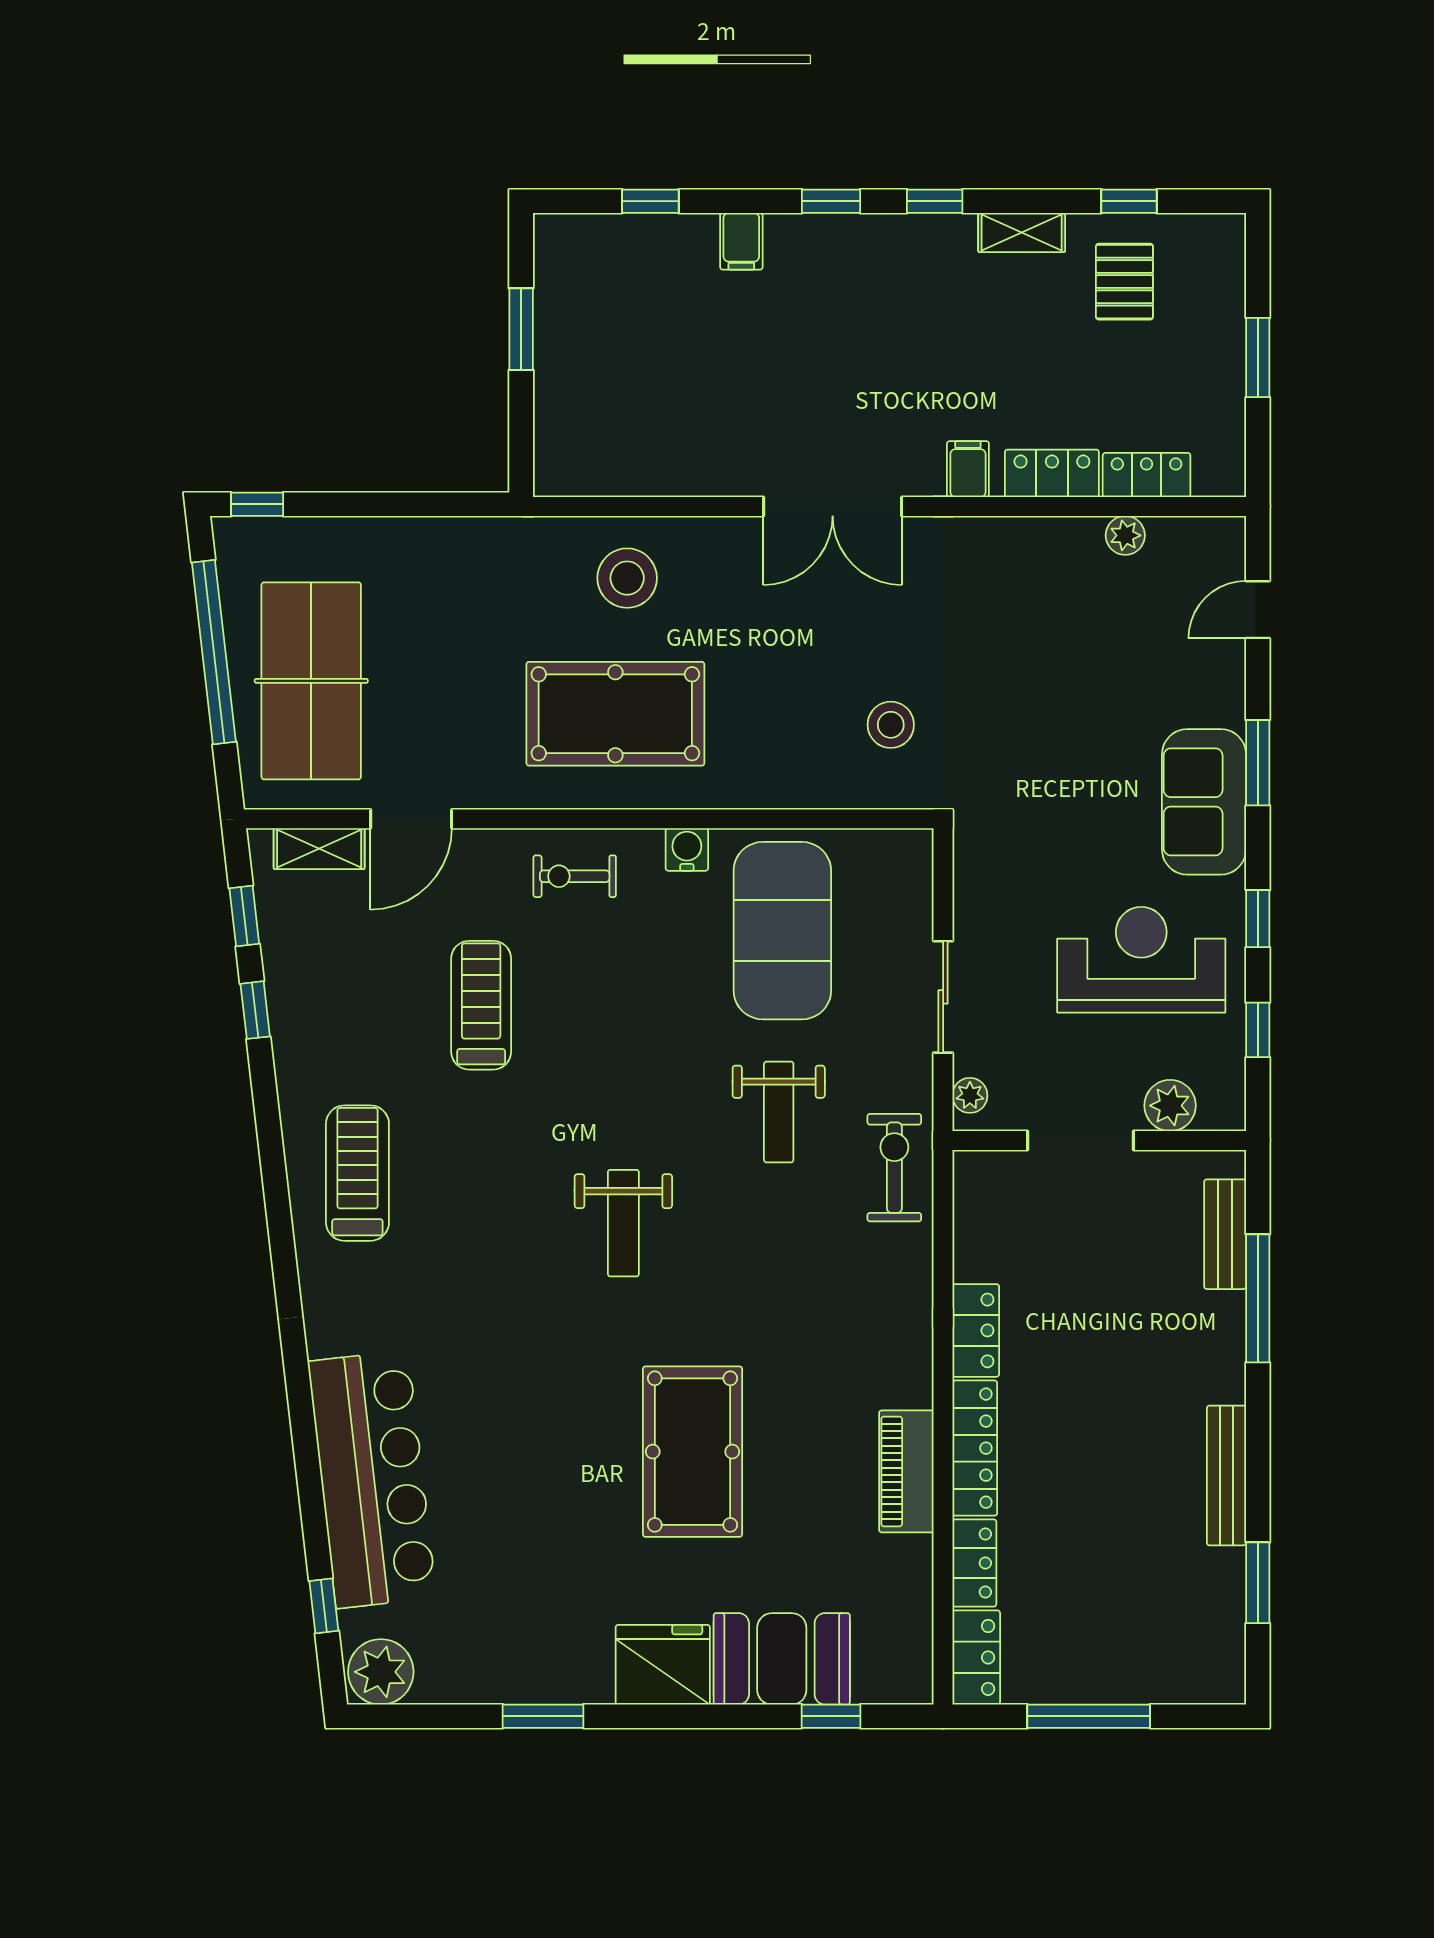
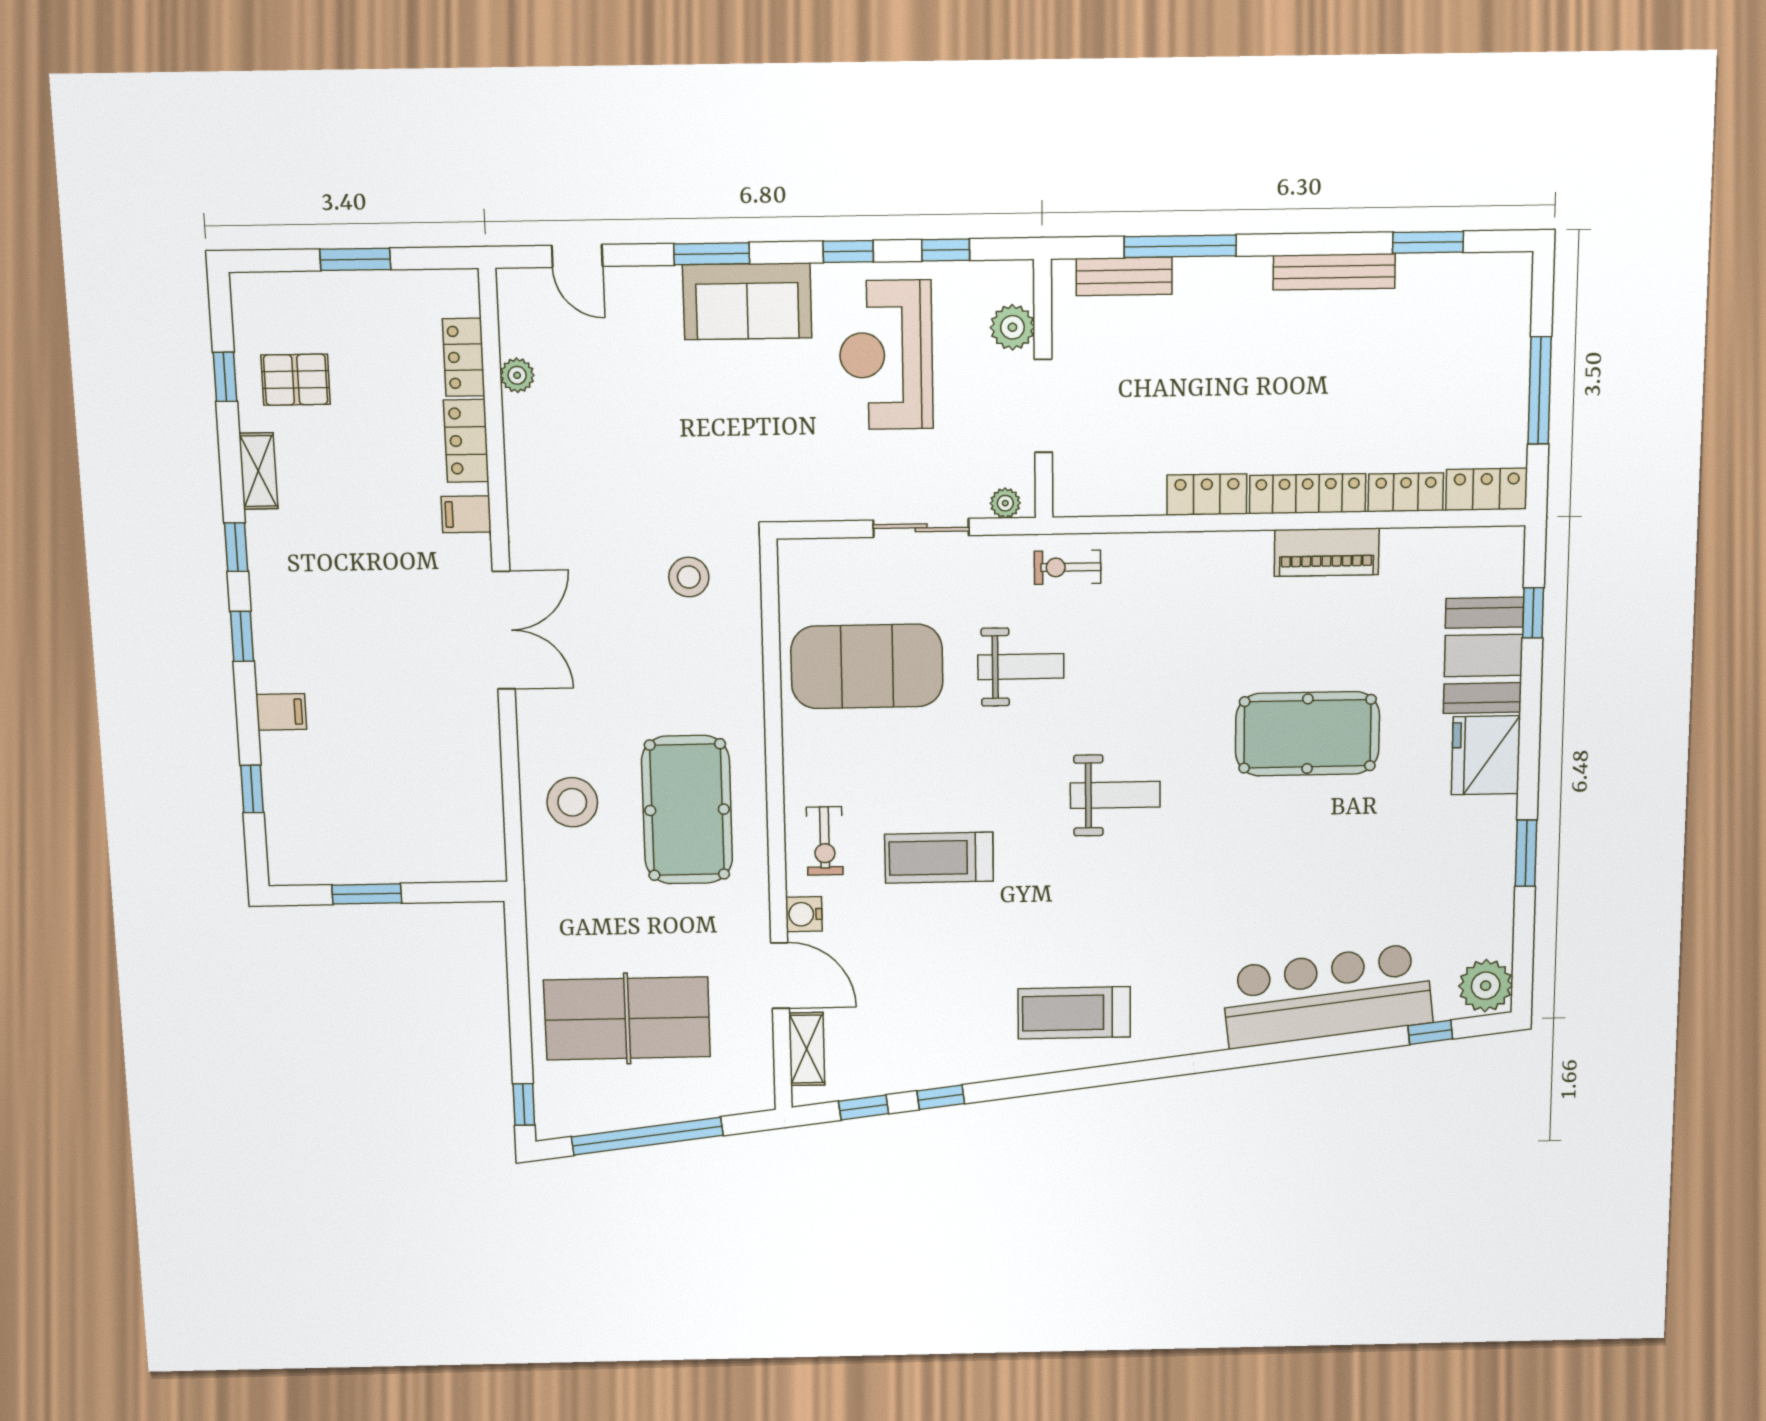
table tennis table: (311, 681) -> (627, 1018), moved
water cooler: (687, 849) -> (804, 914), moved
treadmill: (481, 1005) -> (939, 858), moved
exercise bike: (894, 1168) -> (1068, 567), width x0.73, depth x0.72

